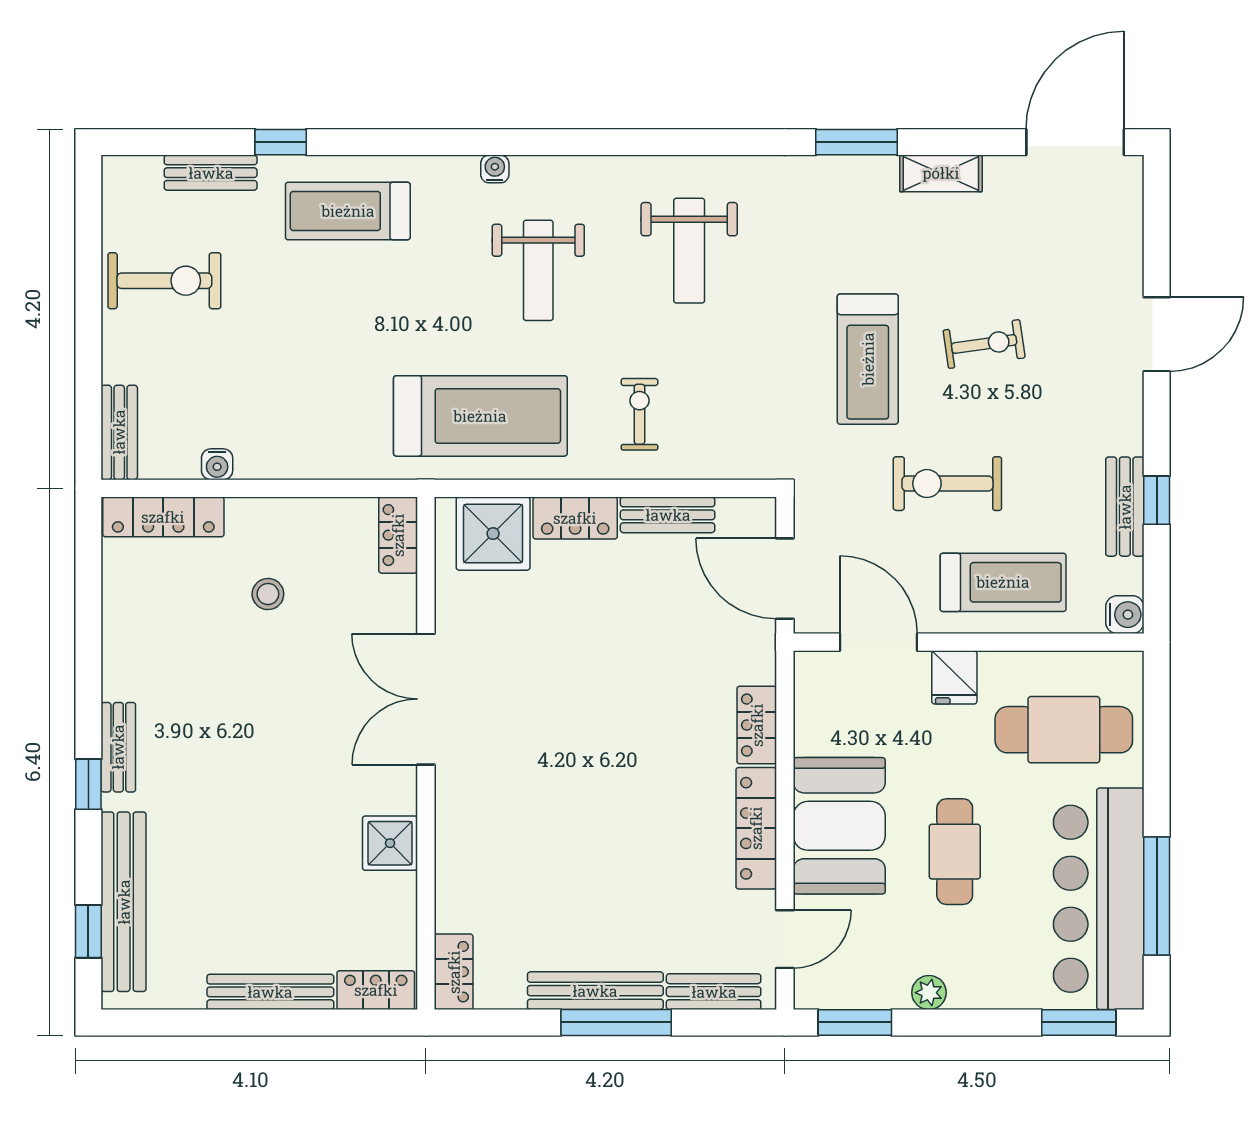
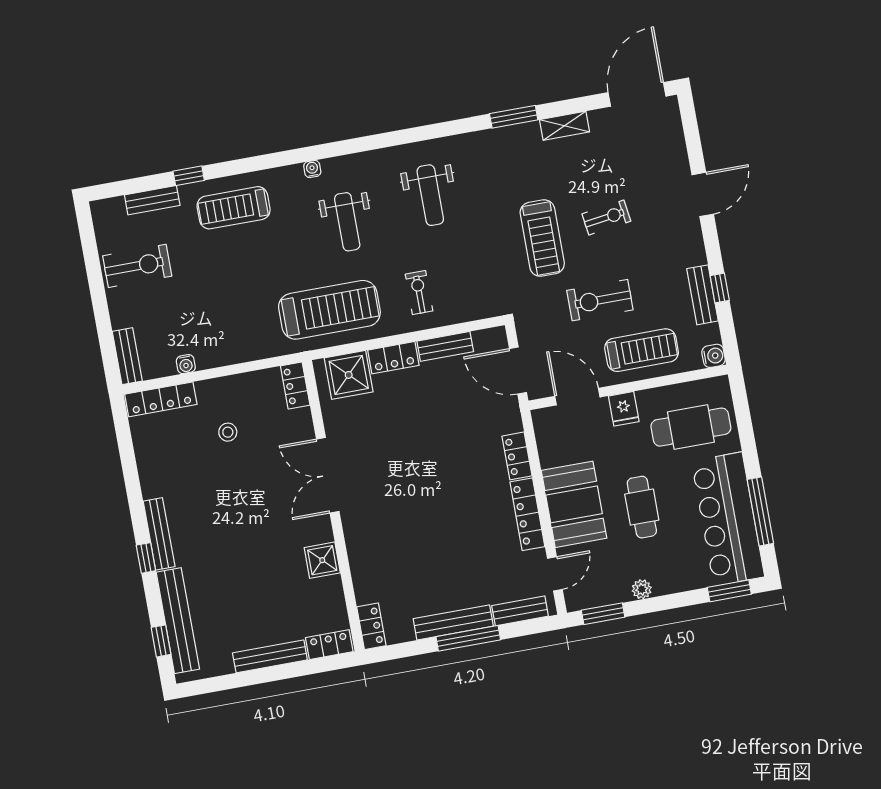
bench: (118, 747) -> (159, 534), width x1.36

